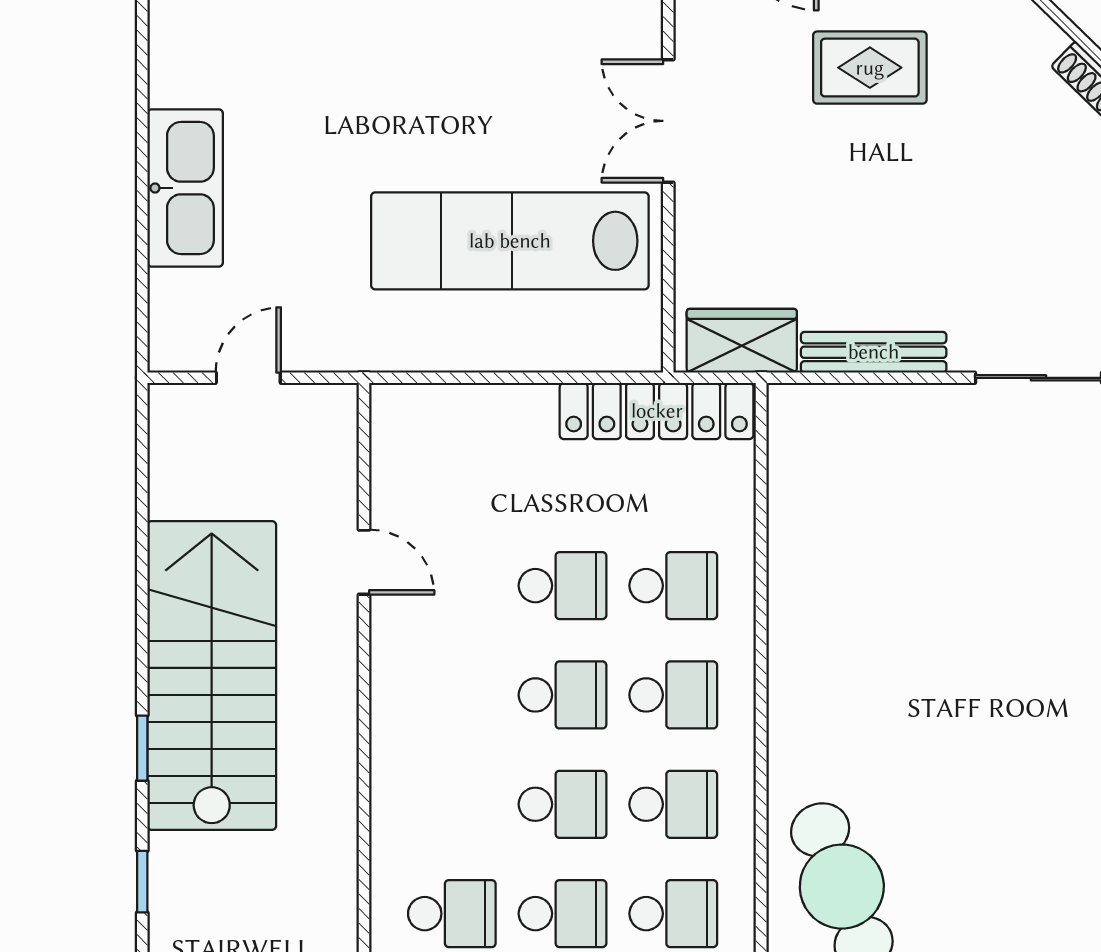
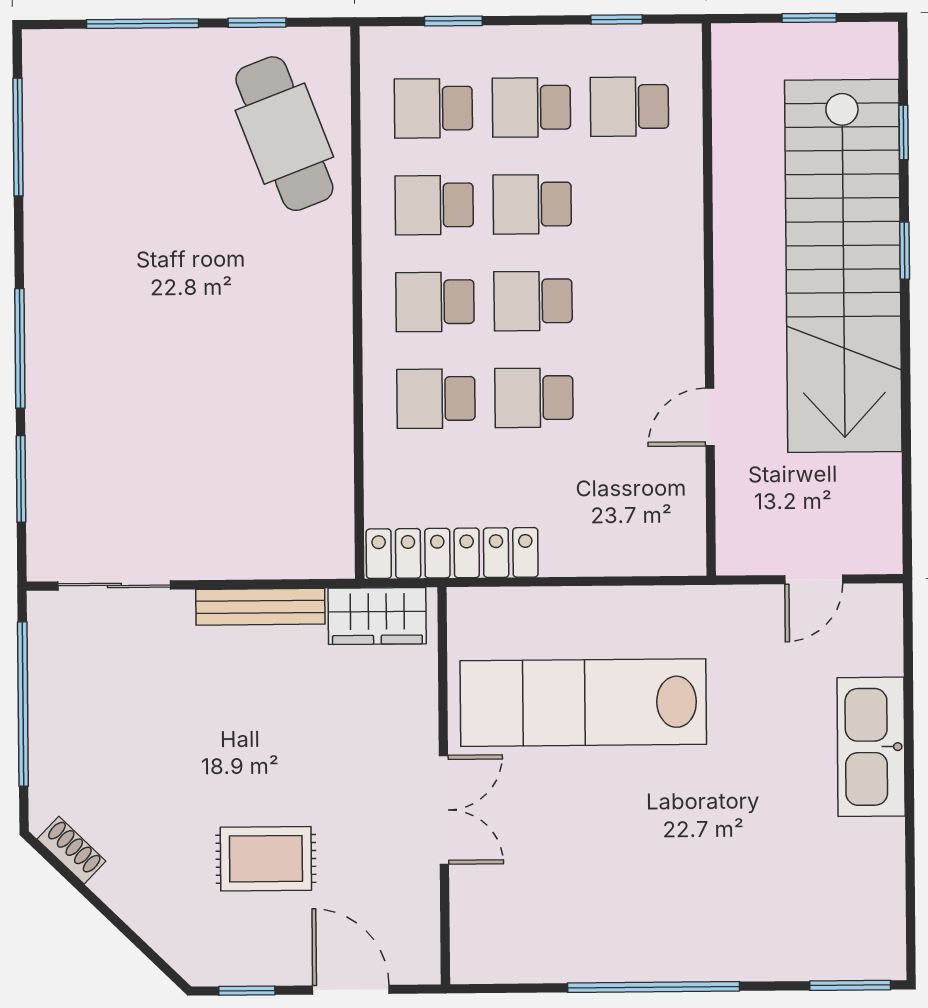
lab bench: (510, 241) -> (583, 703), turned 180
door: (364, 562) -> (710, 417), hinge flipped
stairs: (212, 675) -> (843, 266), width x1.36

